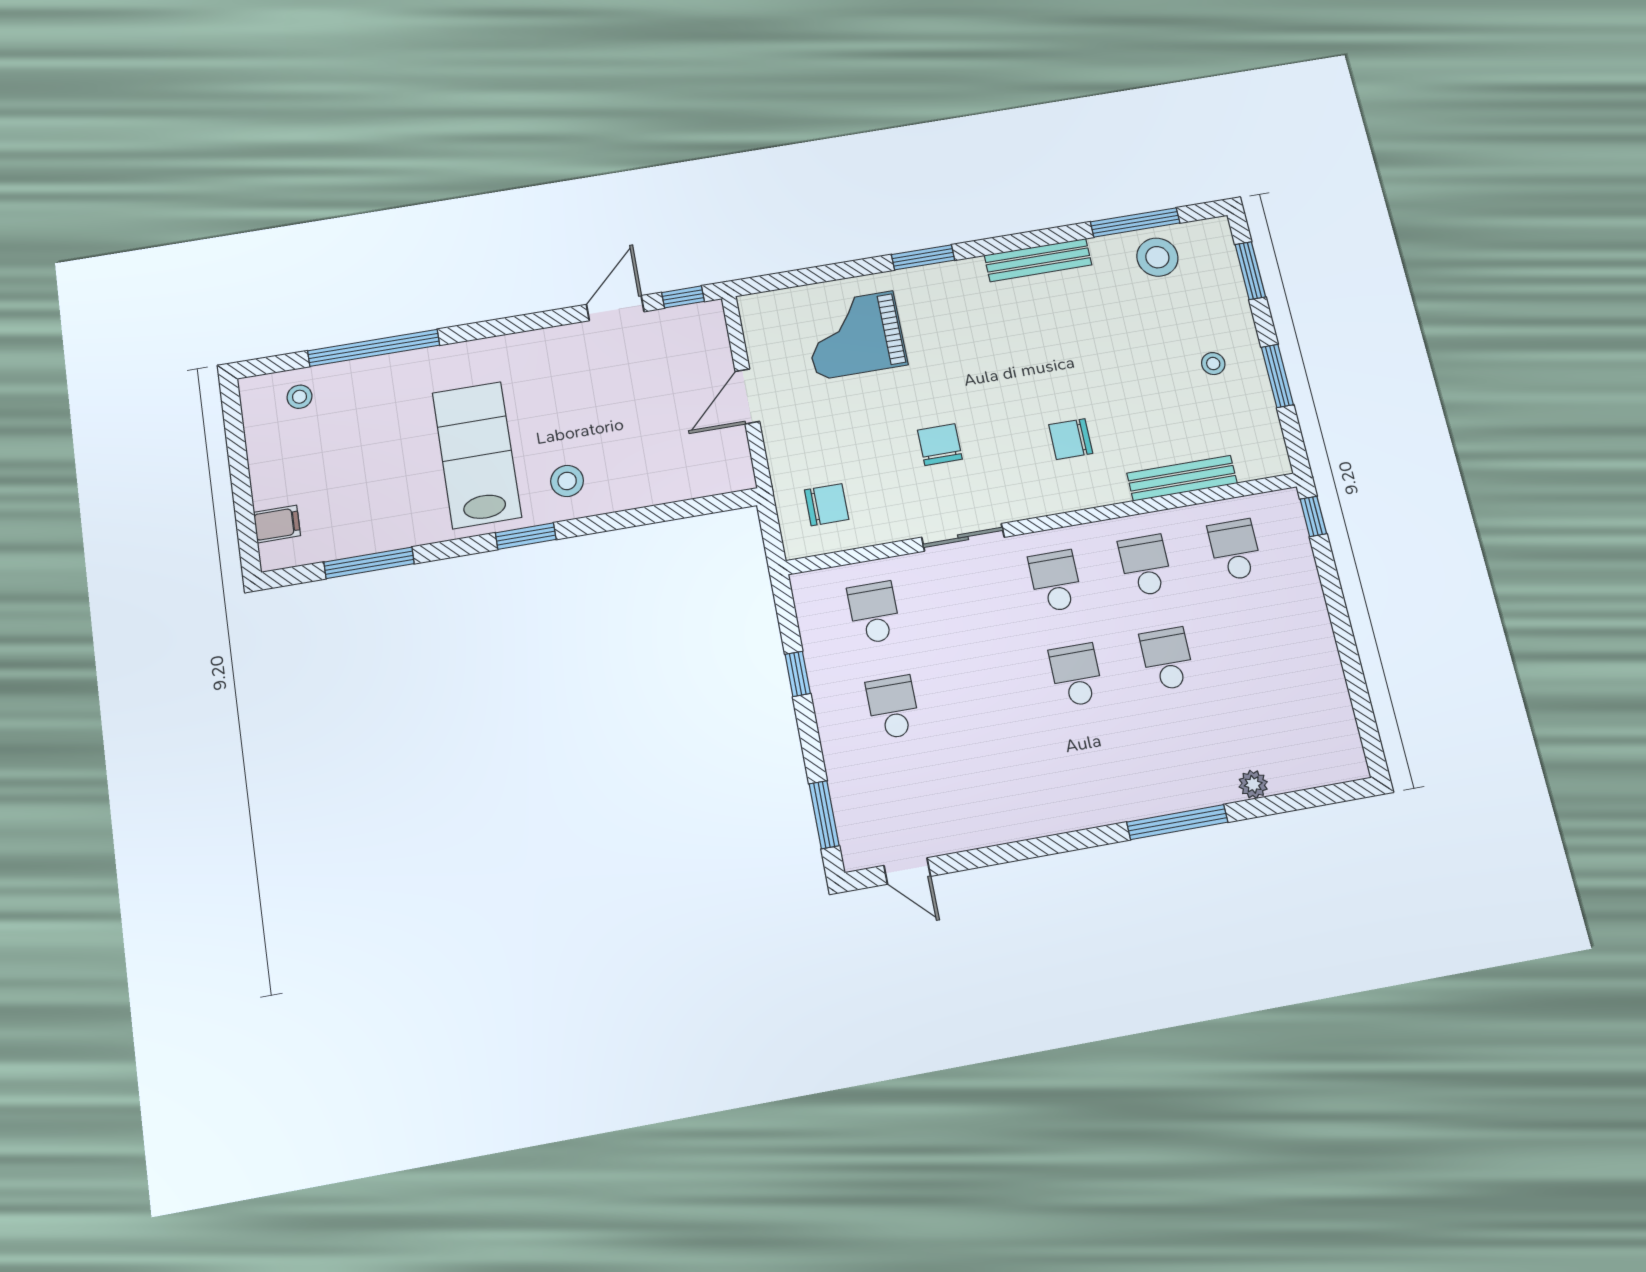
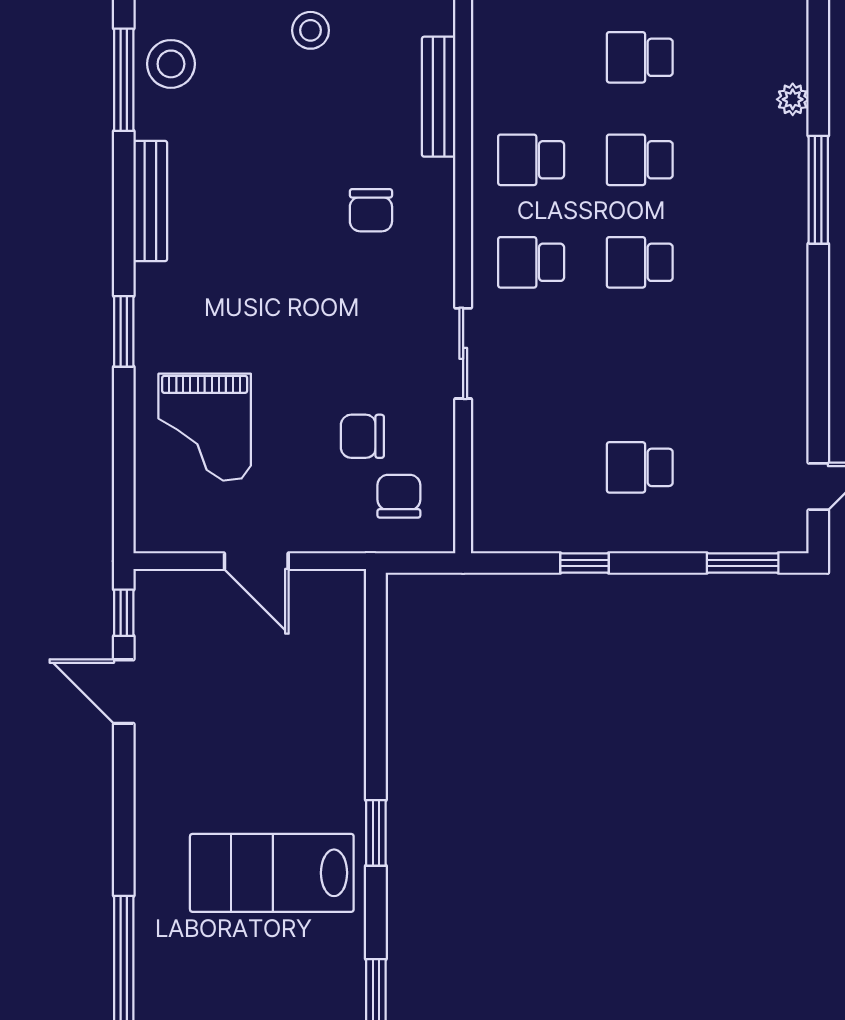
stool: (1213, 364) -> (311, 30), width x1.37, depth x1.37
chair: (940, 445) -> (362, 436), moved
stool: (567, 481) -> (320, 778), removed
school desk: (1235, 550) -> (640, 57), moved
school desk: (874, 613) -> (531, 467), removed

